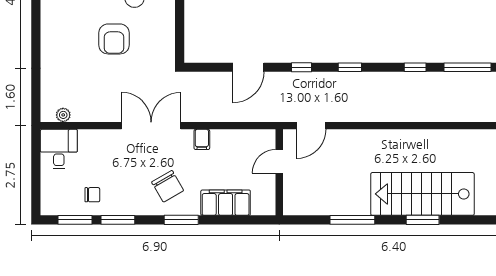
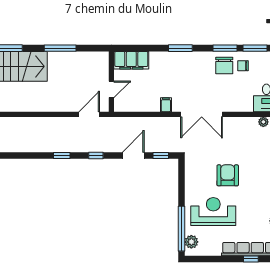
window: (415, 67) -> (161, 155), moved
chair: (168, 186) -> (224, 66), moved, turned -150
filing cabinet: (226, 203) -> (131, 60), moved

